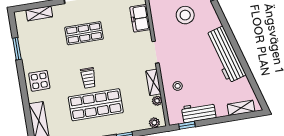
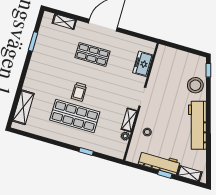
stool: (185, 15) -> (195, 85), moved
display table: (39, 81) -> (39, 76), removed
workbench: (199, 112) -> (159, 163), width x1.38
plant: (154, 123) -> (115, 153), removed
window: (187, 125) -> (165, 174), moved

